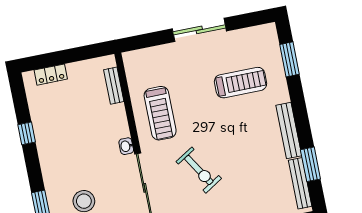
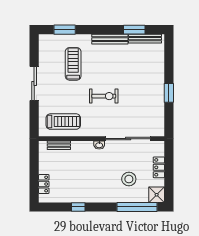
treadmill: (160, 113) -> (63, 122), moved
exercise bike: (199, 170) -> (104, 96), moved, turned 32

